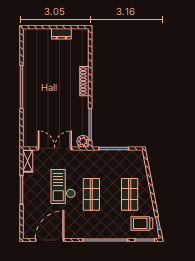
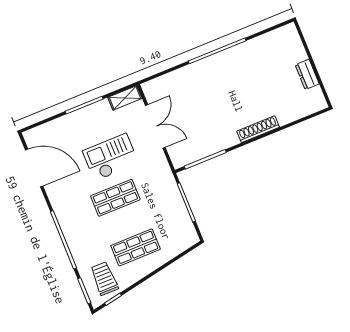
plant: (83, 141) -> (179, 159), removed

